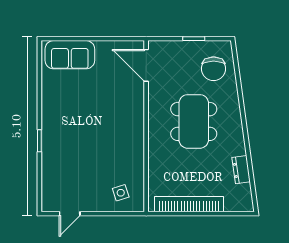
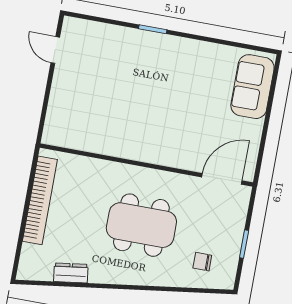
chair: (214, 69) -> (202, 262), width x0.54, depth x0.54
side table: (121, 193) -> (70, 118), removed

